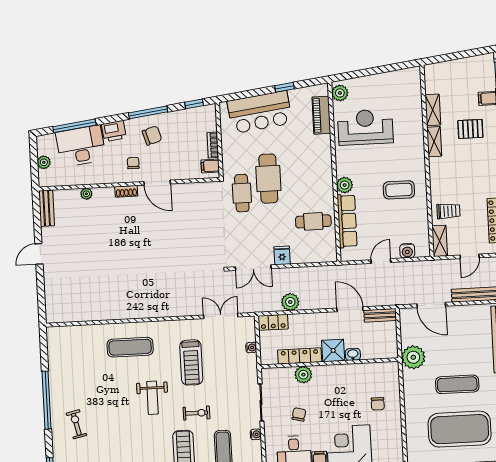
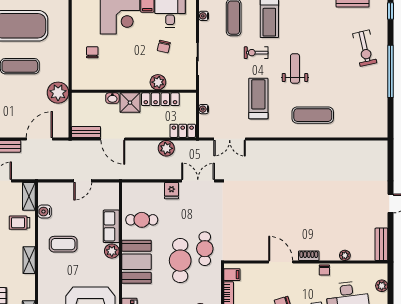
shelving: (434, 142) -> (29, 260), moved
chair: (133, 163) -> (324, 270), moved
booth: (317, 175) -> (136, 262), added
row of seats: (347, 221) -> (111, 226), width x0.68
water cooler: (407, 251) -> (45, 212), moved, turned -90
door: (431, 305) -> (39, 139), hinge flipped
exercise bike: (76, 424) -> (365, 48), width x1.38, depth x1.39
water cooler: (256, 434) -> (204, 16), moved

